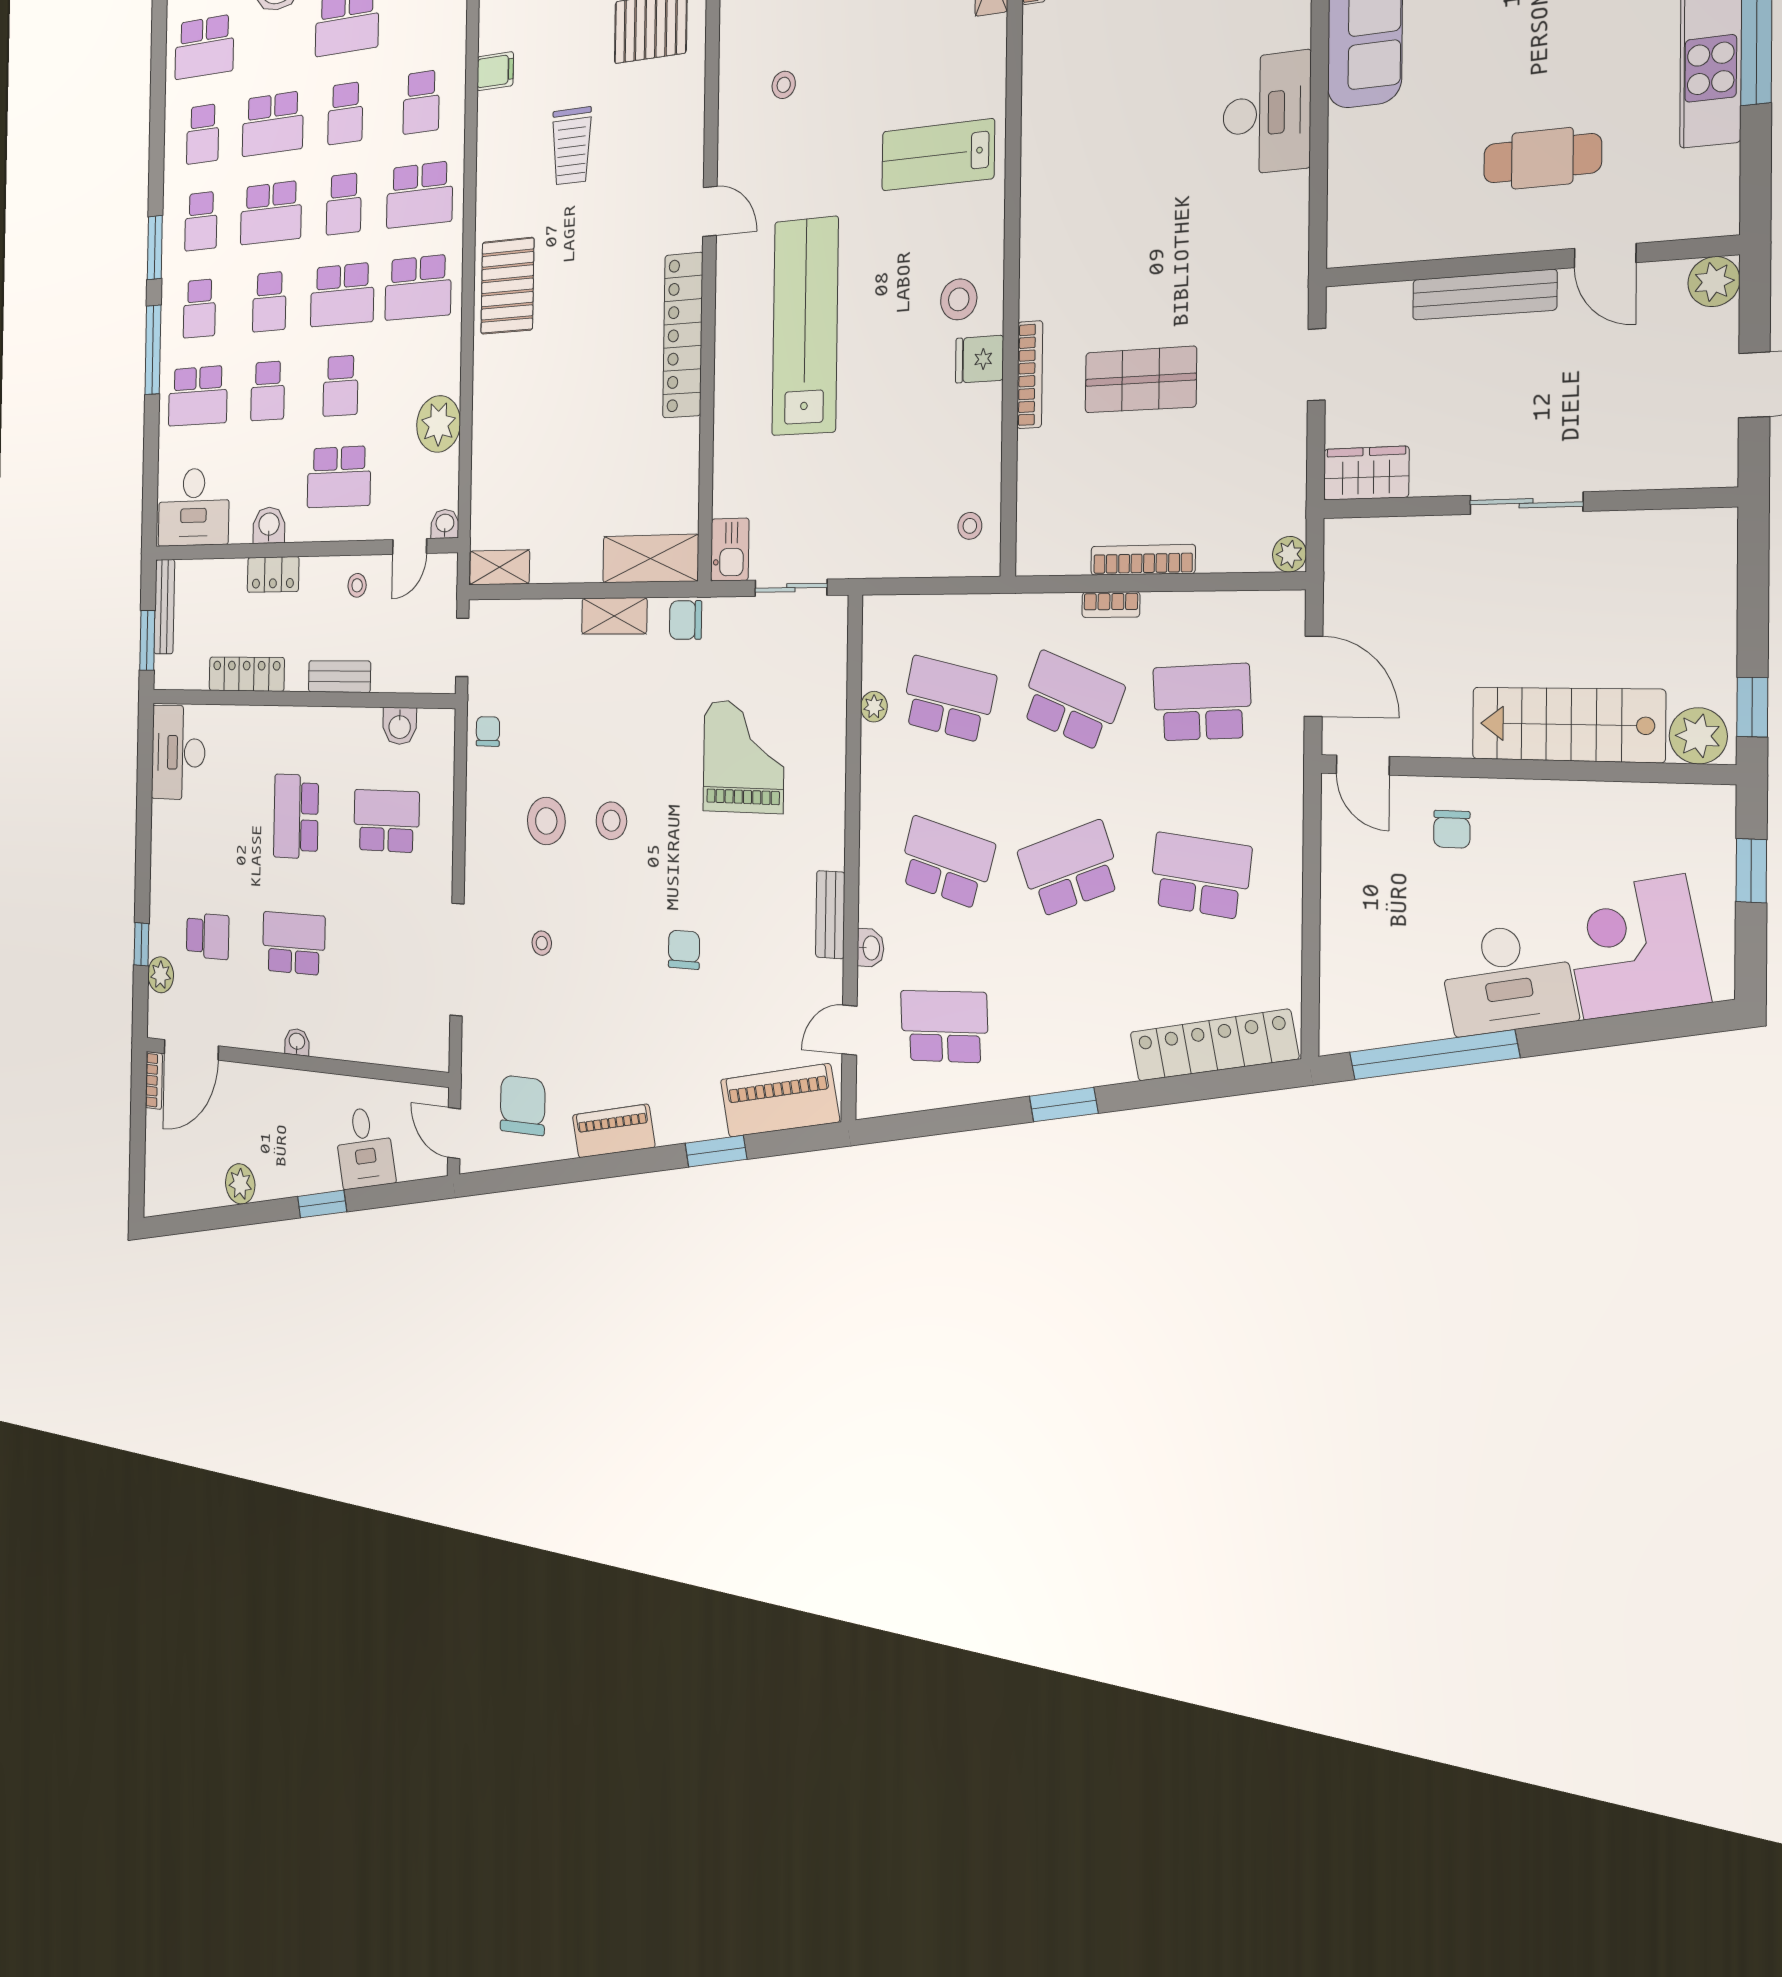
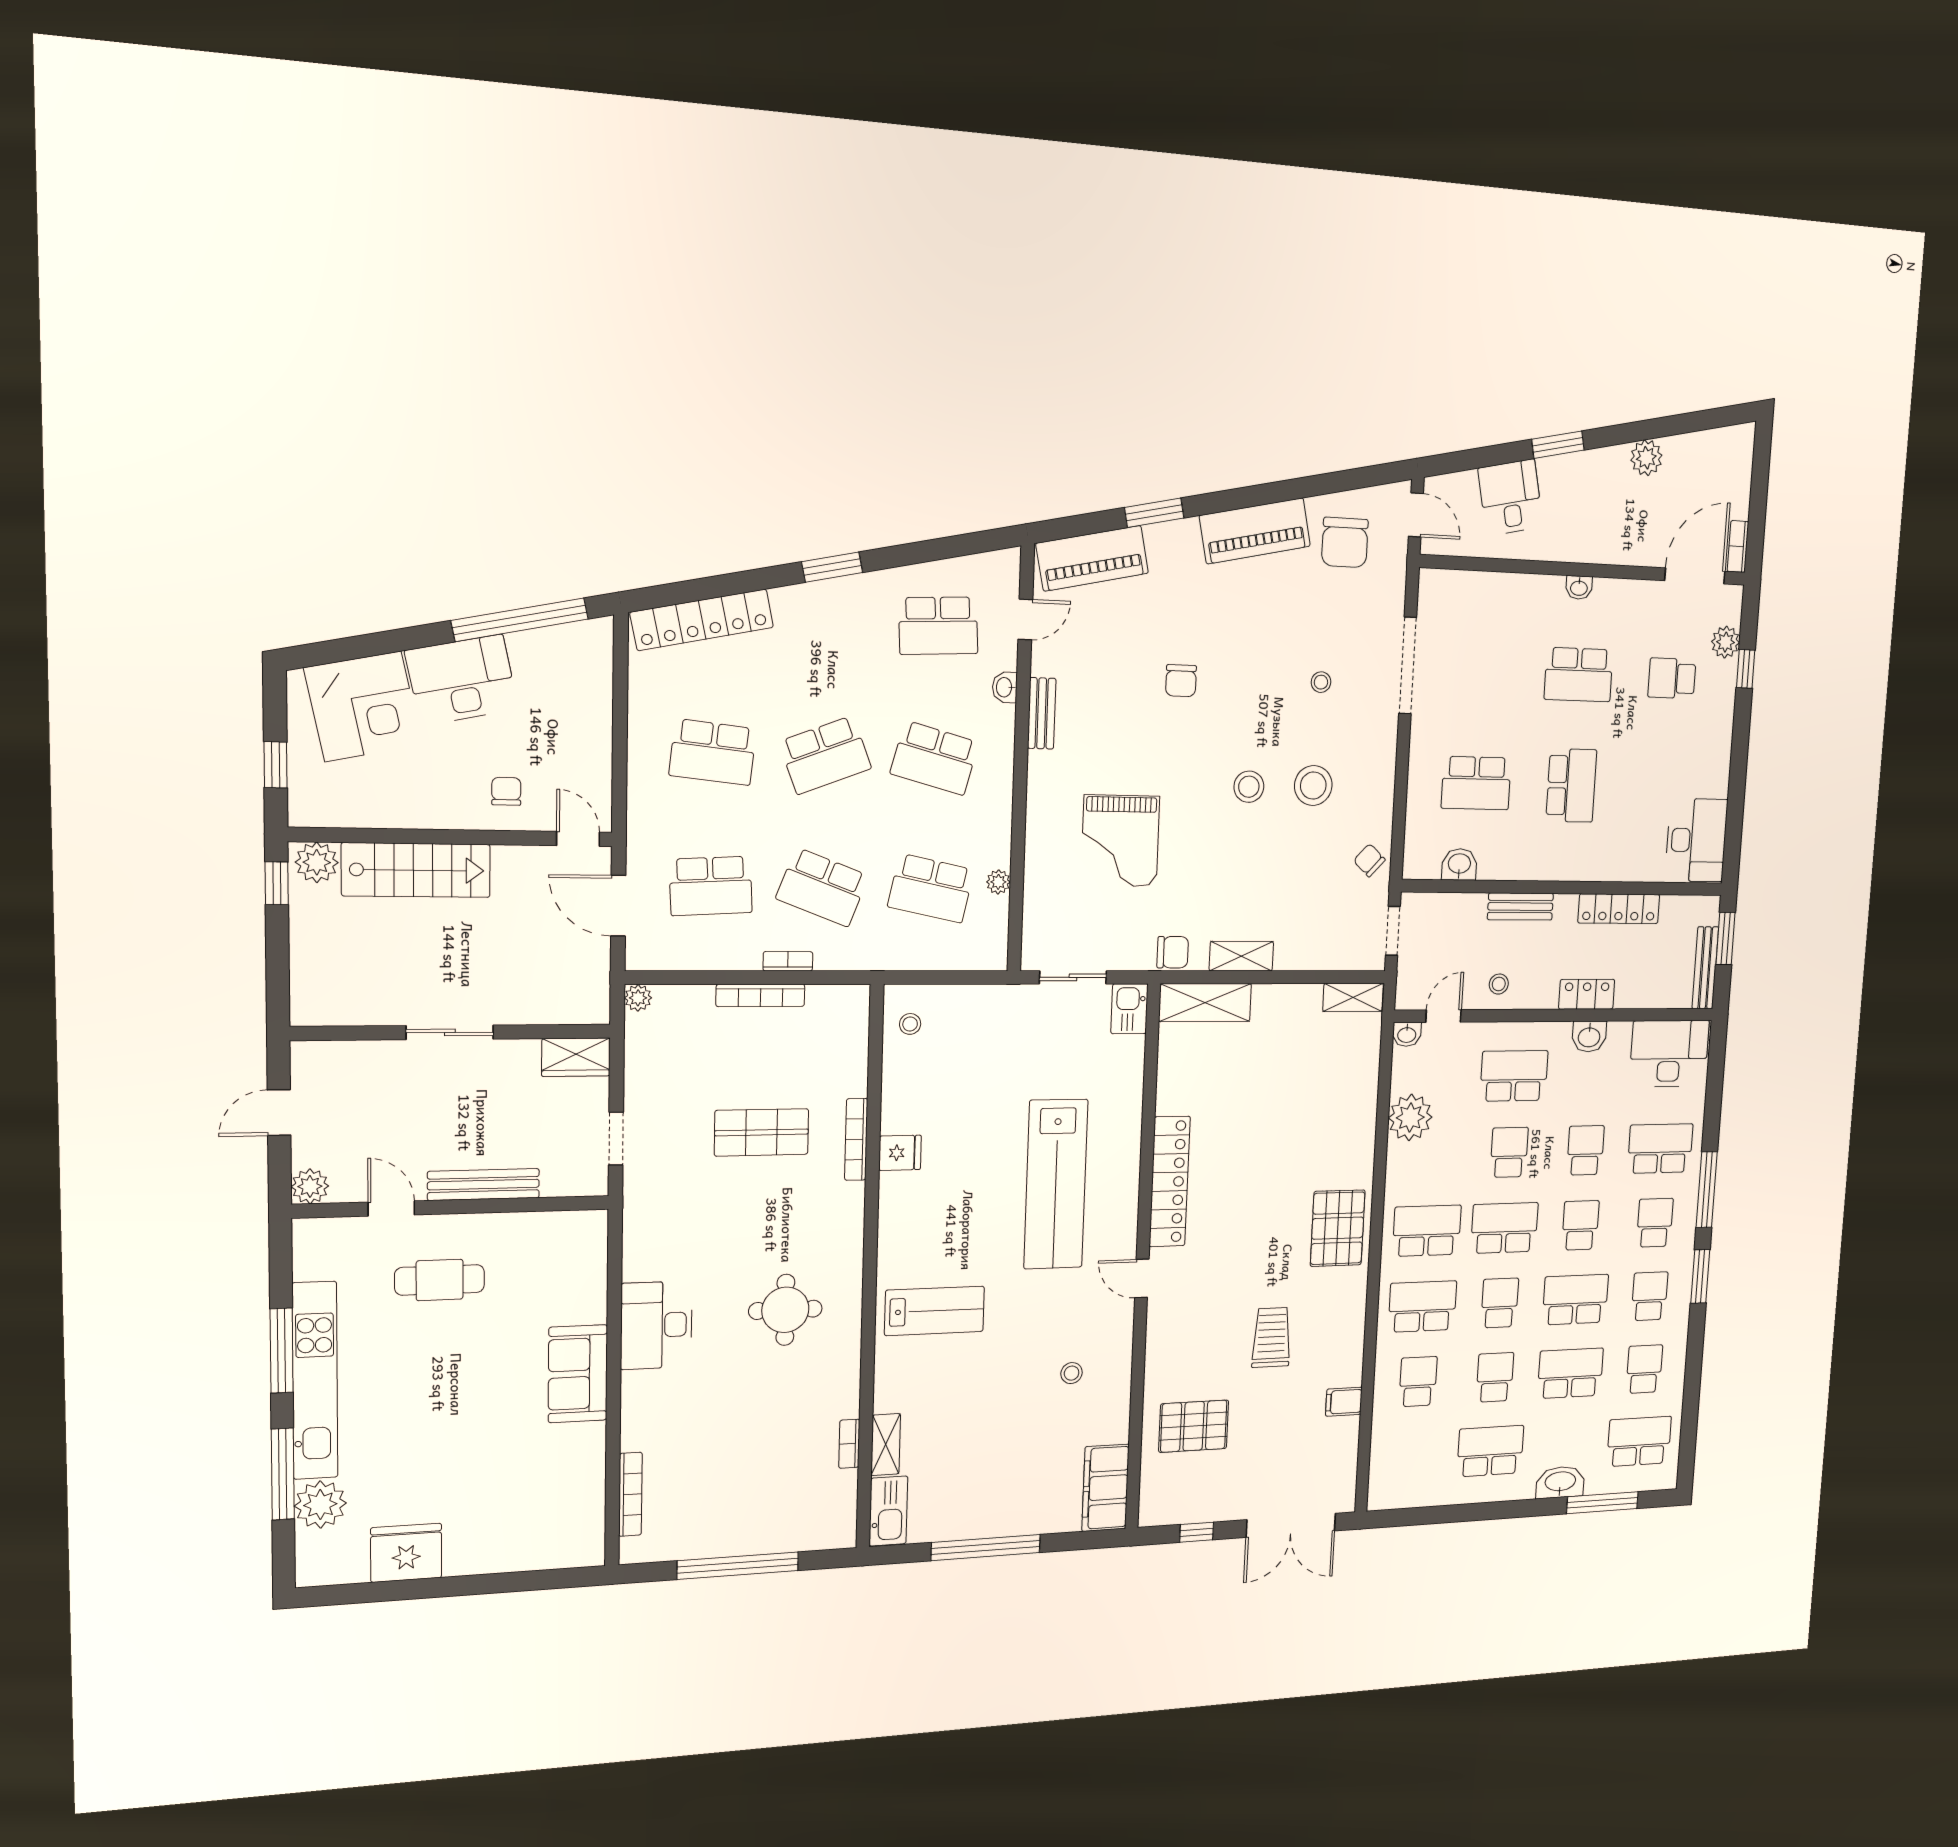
round table: (1111, 145) -> (785, 1310), added
stool: (959, 299) -> (918, 1199), removed
chair: (488, 731) -> (1369, 860), turned 133
piano: (614, 1131) -> (1255, 531), width x1.37, depth x1.33

